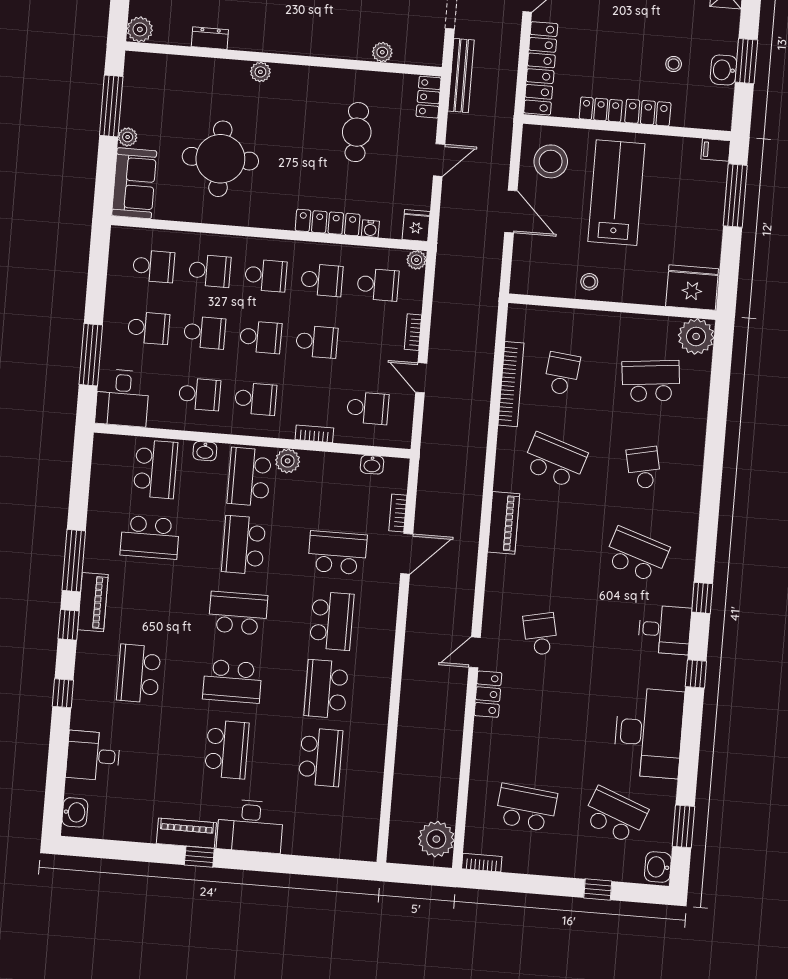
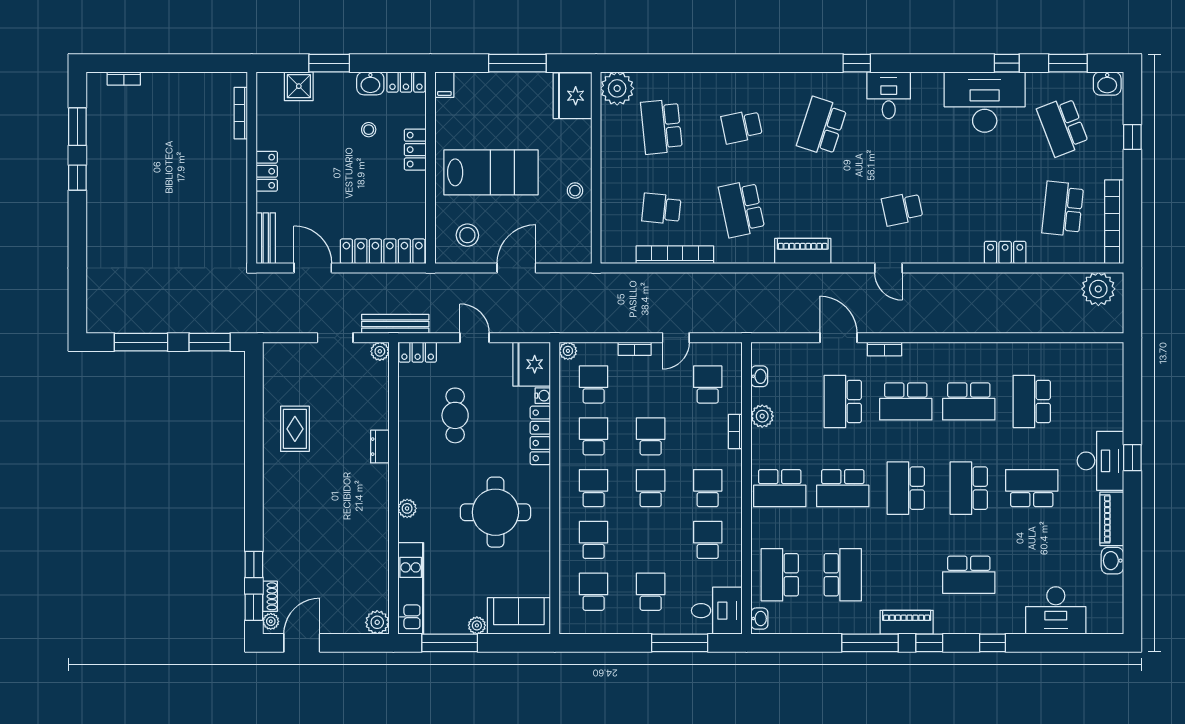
dresser: (210, 38) -> (380, 447), moved
plant: (382, 52) -> (380, 351), moved
window: (746, 61) -> (329, 63), moved
kitchen unit: (174, 69) -> (411, 588), added
locker: (601, 109) -> (406, 82), moved, turned -90
cafe table: (357, 132) -> (455, 415), turned 90
round table: (220, 159) -> (495, 512), moved
stool: (551, 161) -> (467, 235), width x0.73, depth x0.73
lab bench: (616, 193) -> (491, 172), turned 180
window: (735, 196) -> (517, 63), moved
fridge: (416, 226) -> (532, 364), width x1.88, depth x1.34
school desk: (205, 333) -> (651, 540), removed
washbasin: (205, 451) -> (759, 619), moved
school desk: (555, 460) -> (742, 209), turned -30
plant: (288, 461) -> (762, 416), moved
school desk: (155, 469) -> (780, 575), turned -90
bookcase: (398, 513) -> (884, 349), moved
school desk: (332, 621) -> (906, 401), turned 180
door: (475, 652) -> (888, 268), moved
window: (696, 674) -> (1007, 63), moved
school desk: (232, 681) -> (969, 488), turned 180
locker: (488, 694) -> (1005, 252), moved
desk: (93, 756) -> (1056, 610), width x1.37
school desk: (321, 757) -> (1032, 401), turned -90
washbasin: (75, 812) -> (1112, 561), moved, turned -90
school desk: (615, 815) -> (1063, 127), turned -42
window: (199, 857) -> (1132, 458), moved
bookcase: (482, 863) -> (1114, 222), width x2.31, depth x1.31

